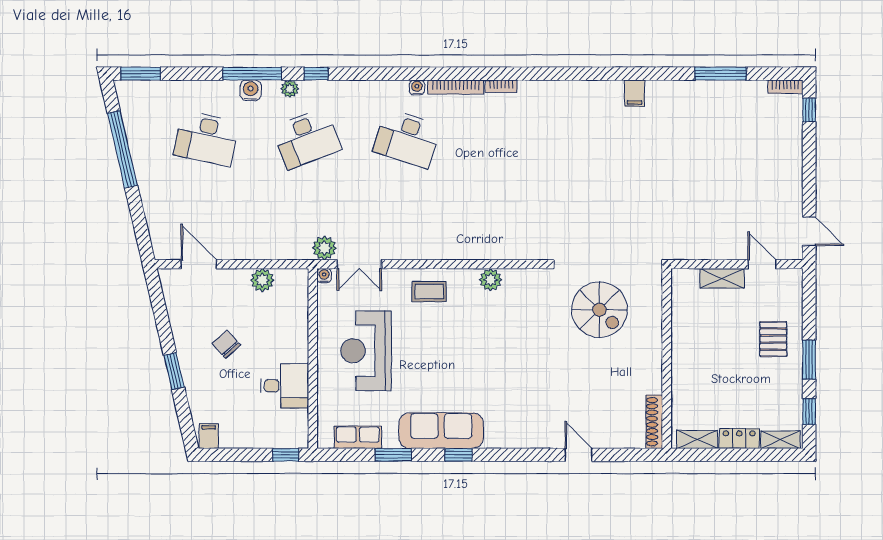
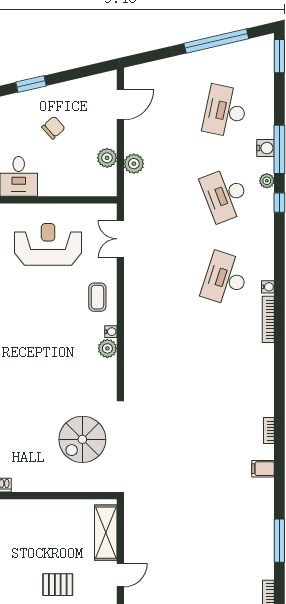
bookcase: (501, 86) -> (269, 431), moved
plant: (324, 248) -> (134, 164), moved
water cooler: (324, 276) -> (111, 332), moved
shelving: (722, 278) -> (106, 533), width x1.50, depth x1.33

